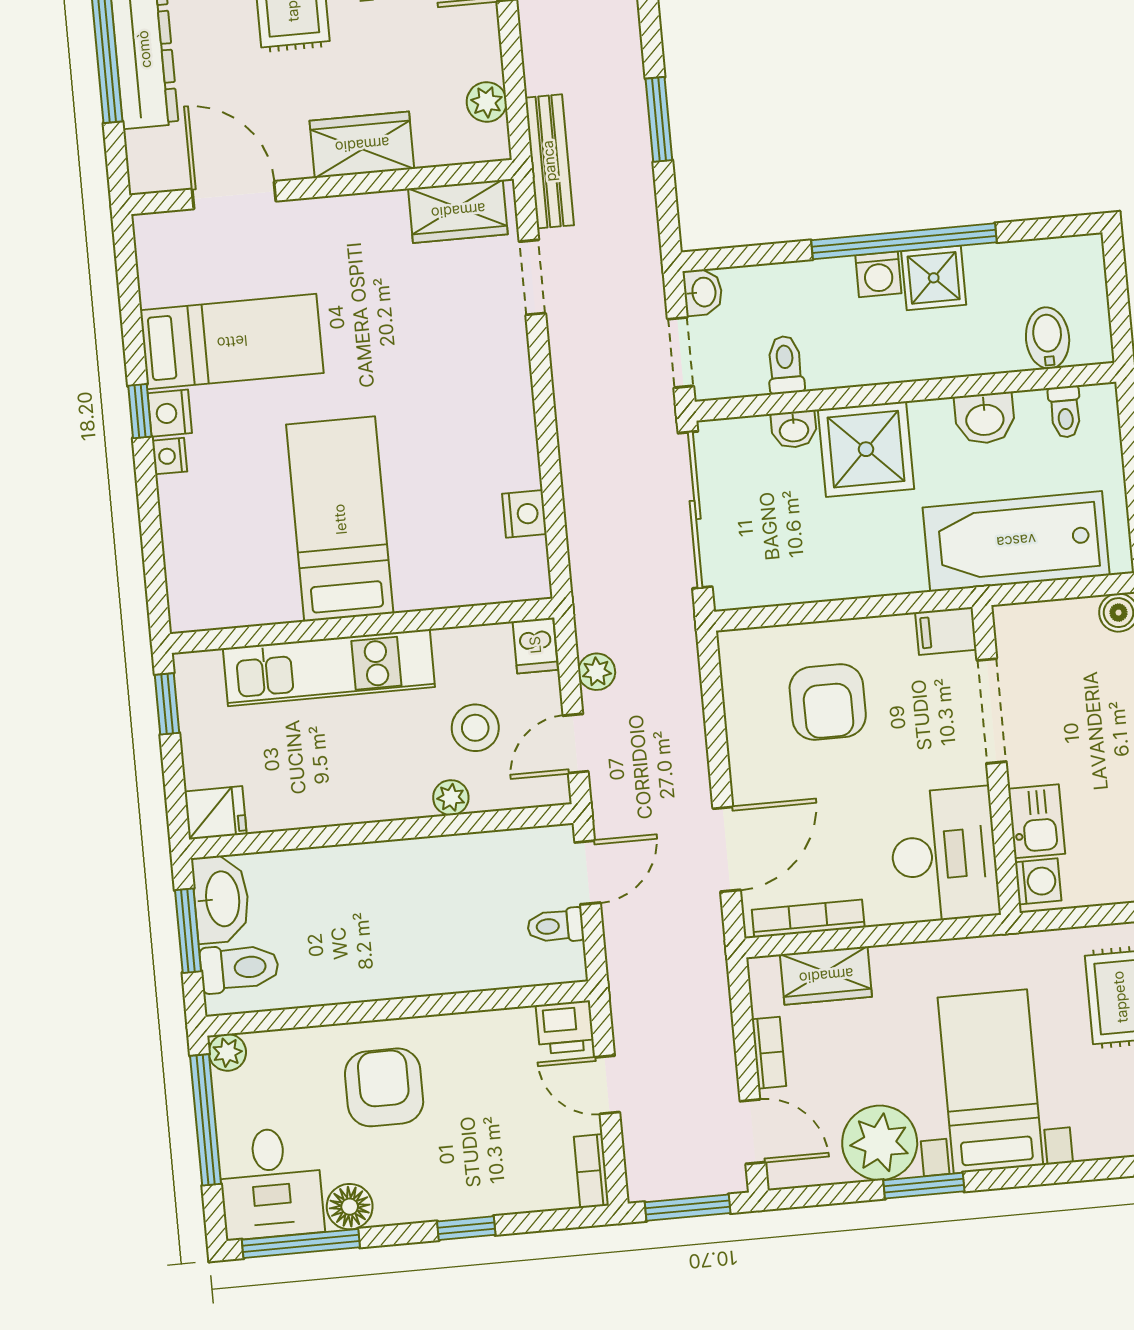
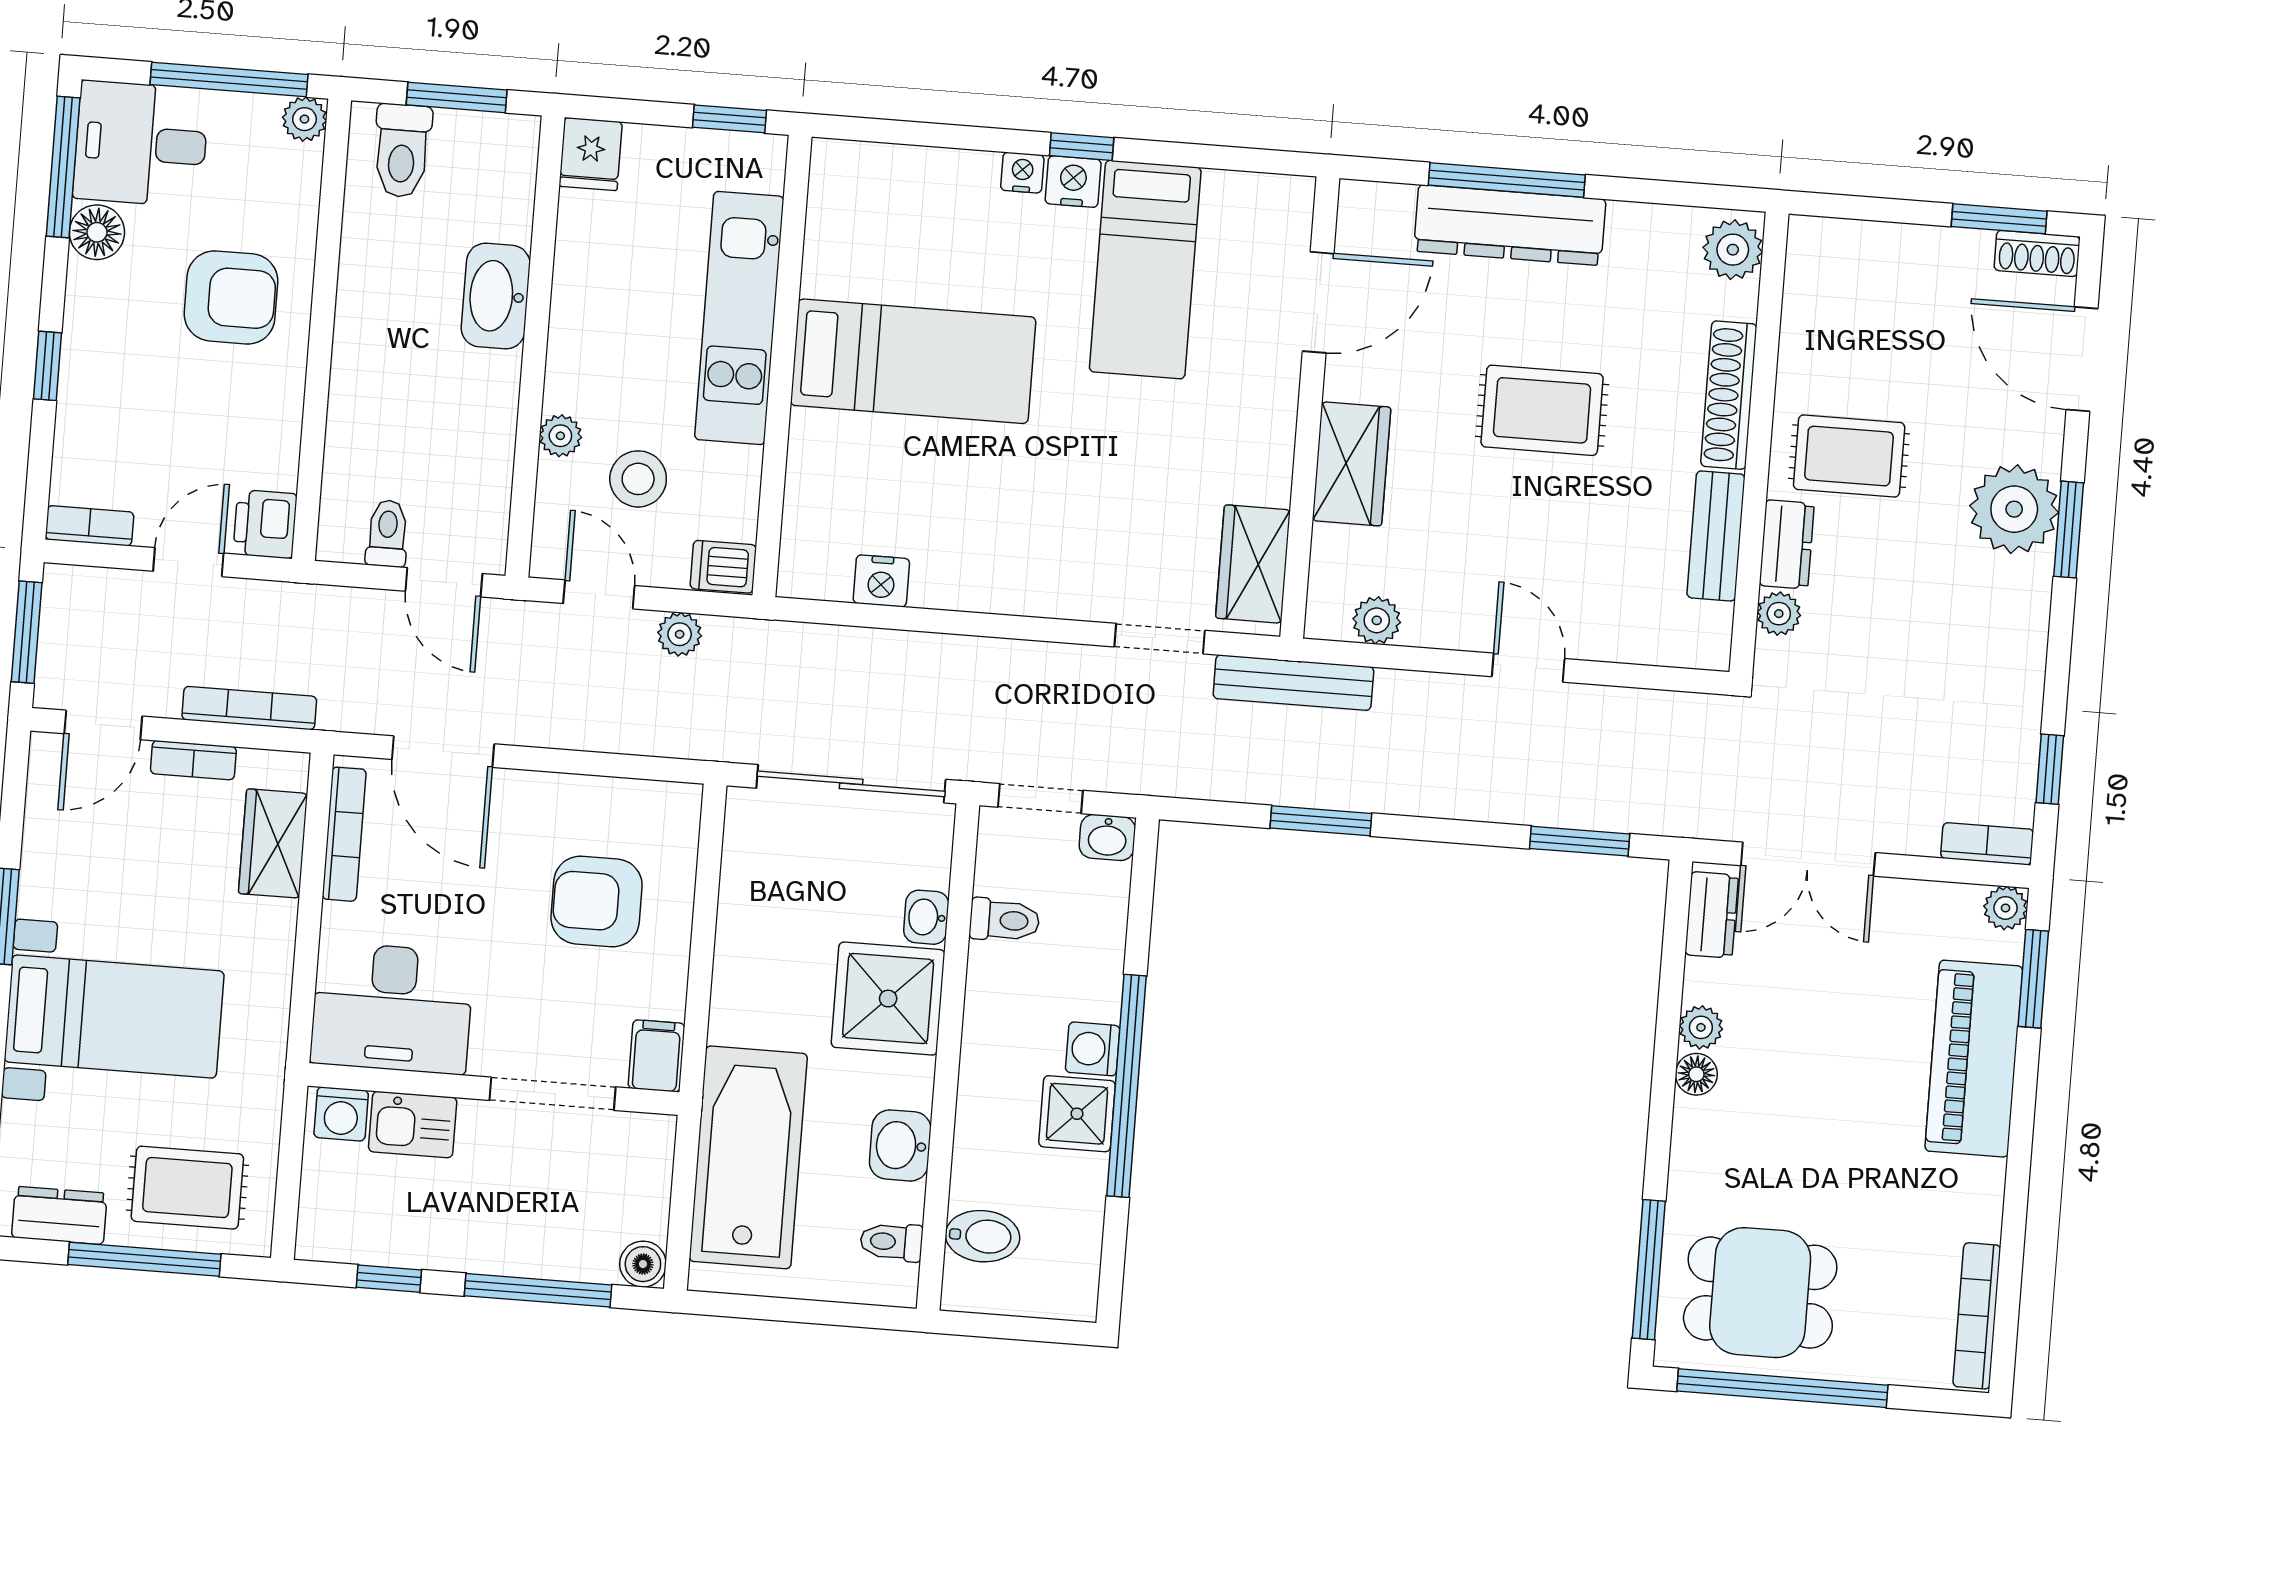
washbasin: (221, 899) -> (496, 296), moved, turned 90
bookcase: (718, 1014) -> (249, 708), added
plant: (880, 1143) -> (64, 873), removed

